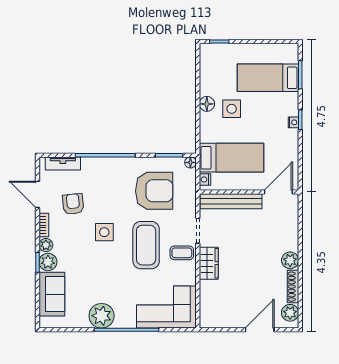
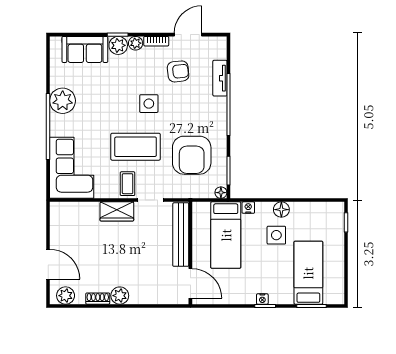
tv unit: (63, 163) -> (220, 78), moved
nightstand: (205, 179) -> (248, 208), moved
shoe rack: (293, 287) -> (98, 299), width x0.70

